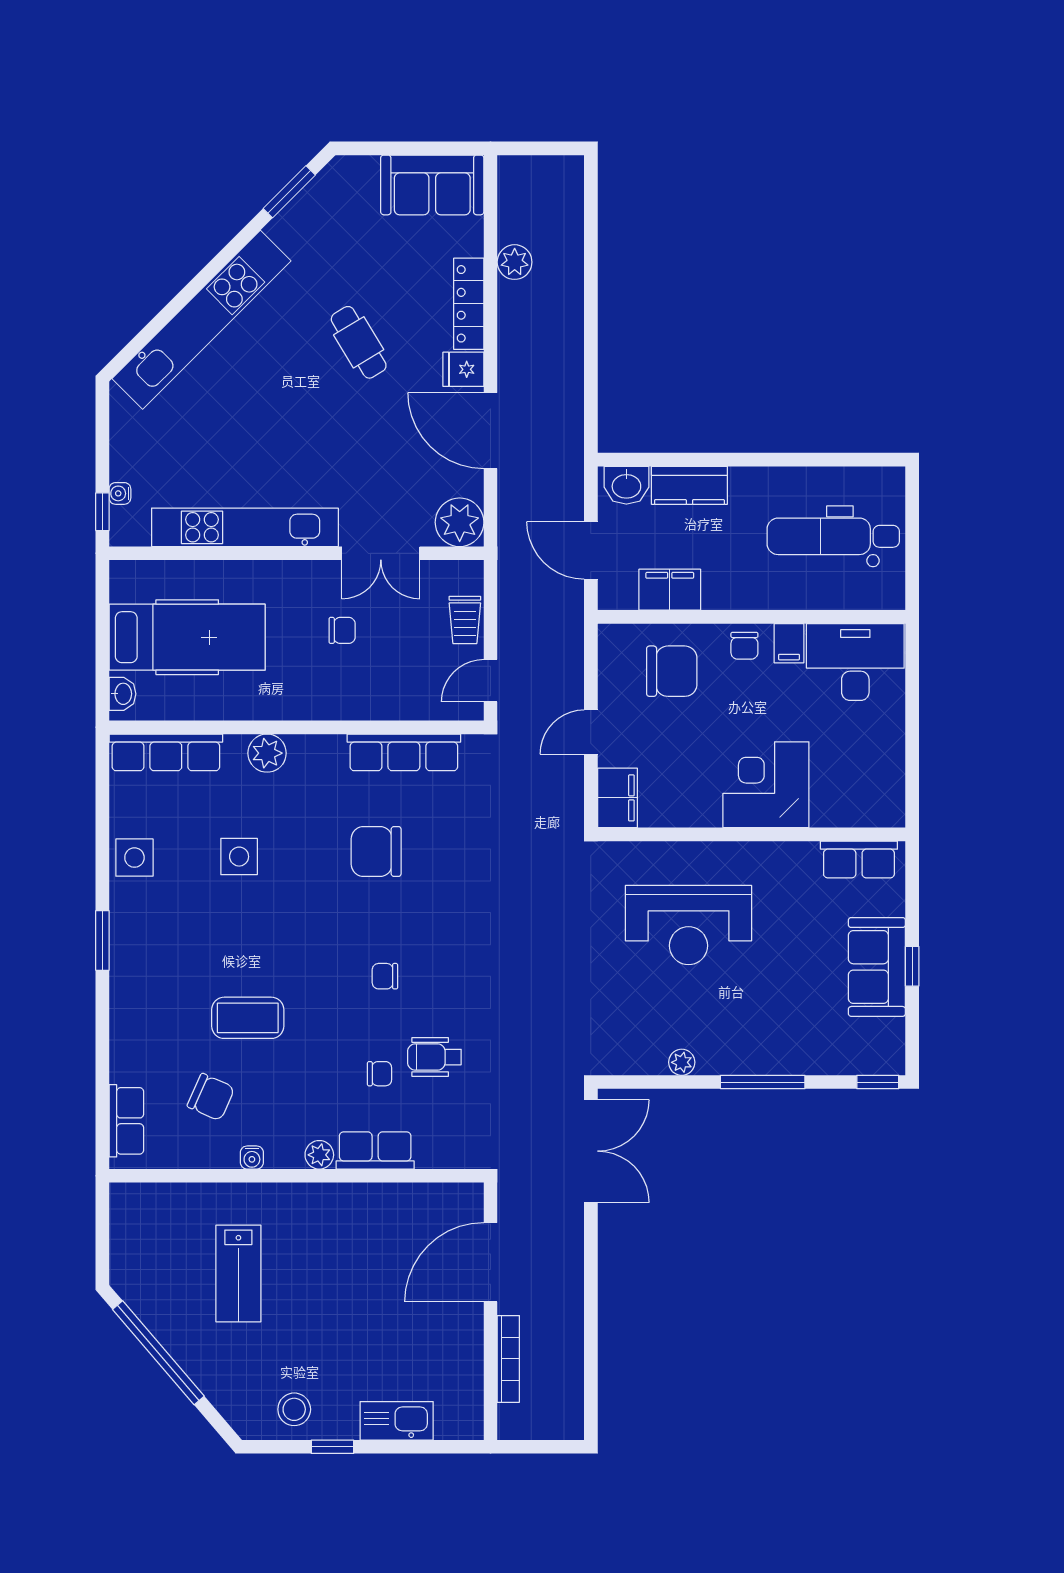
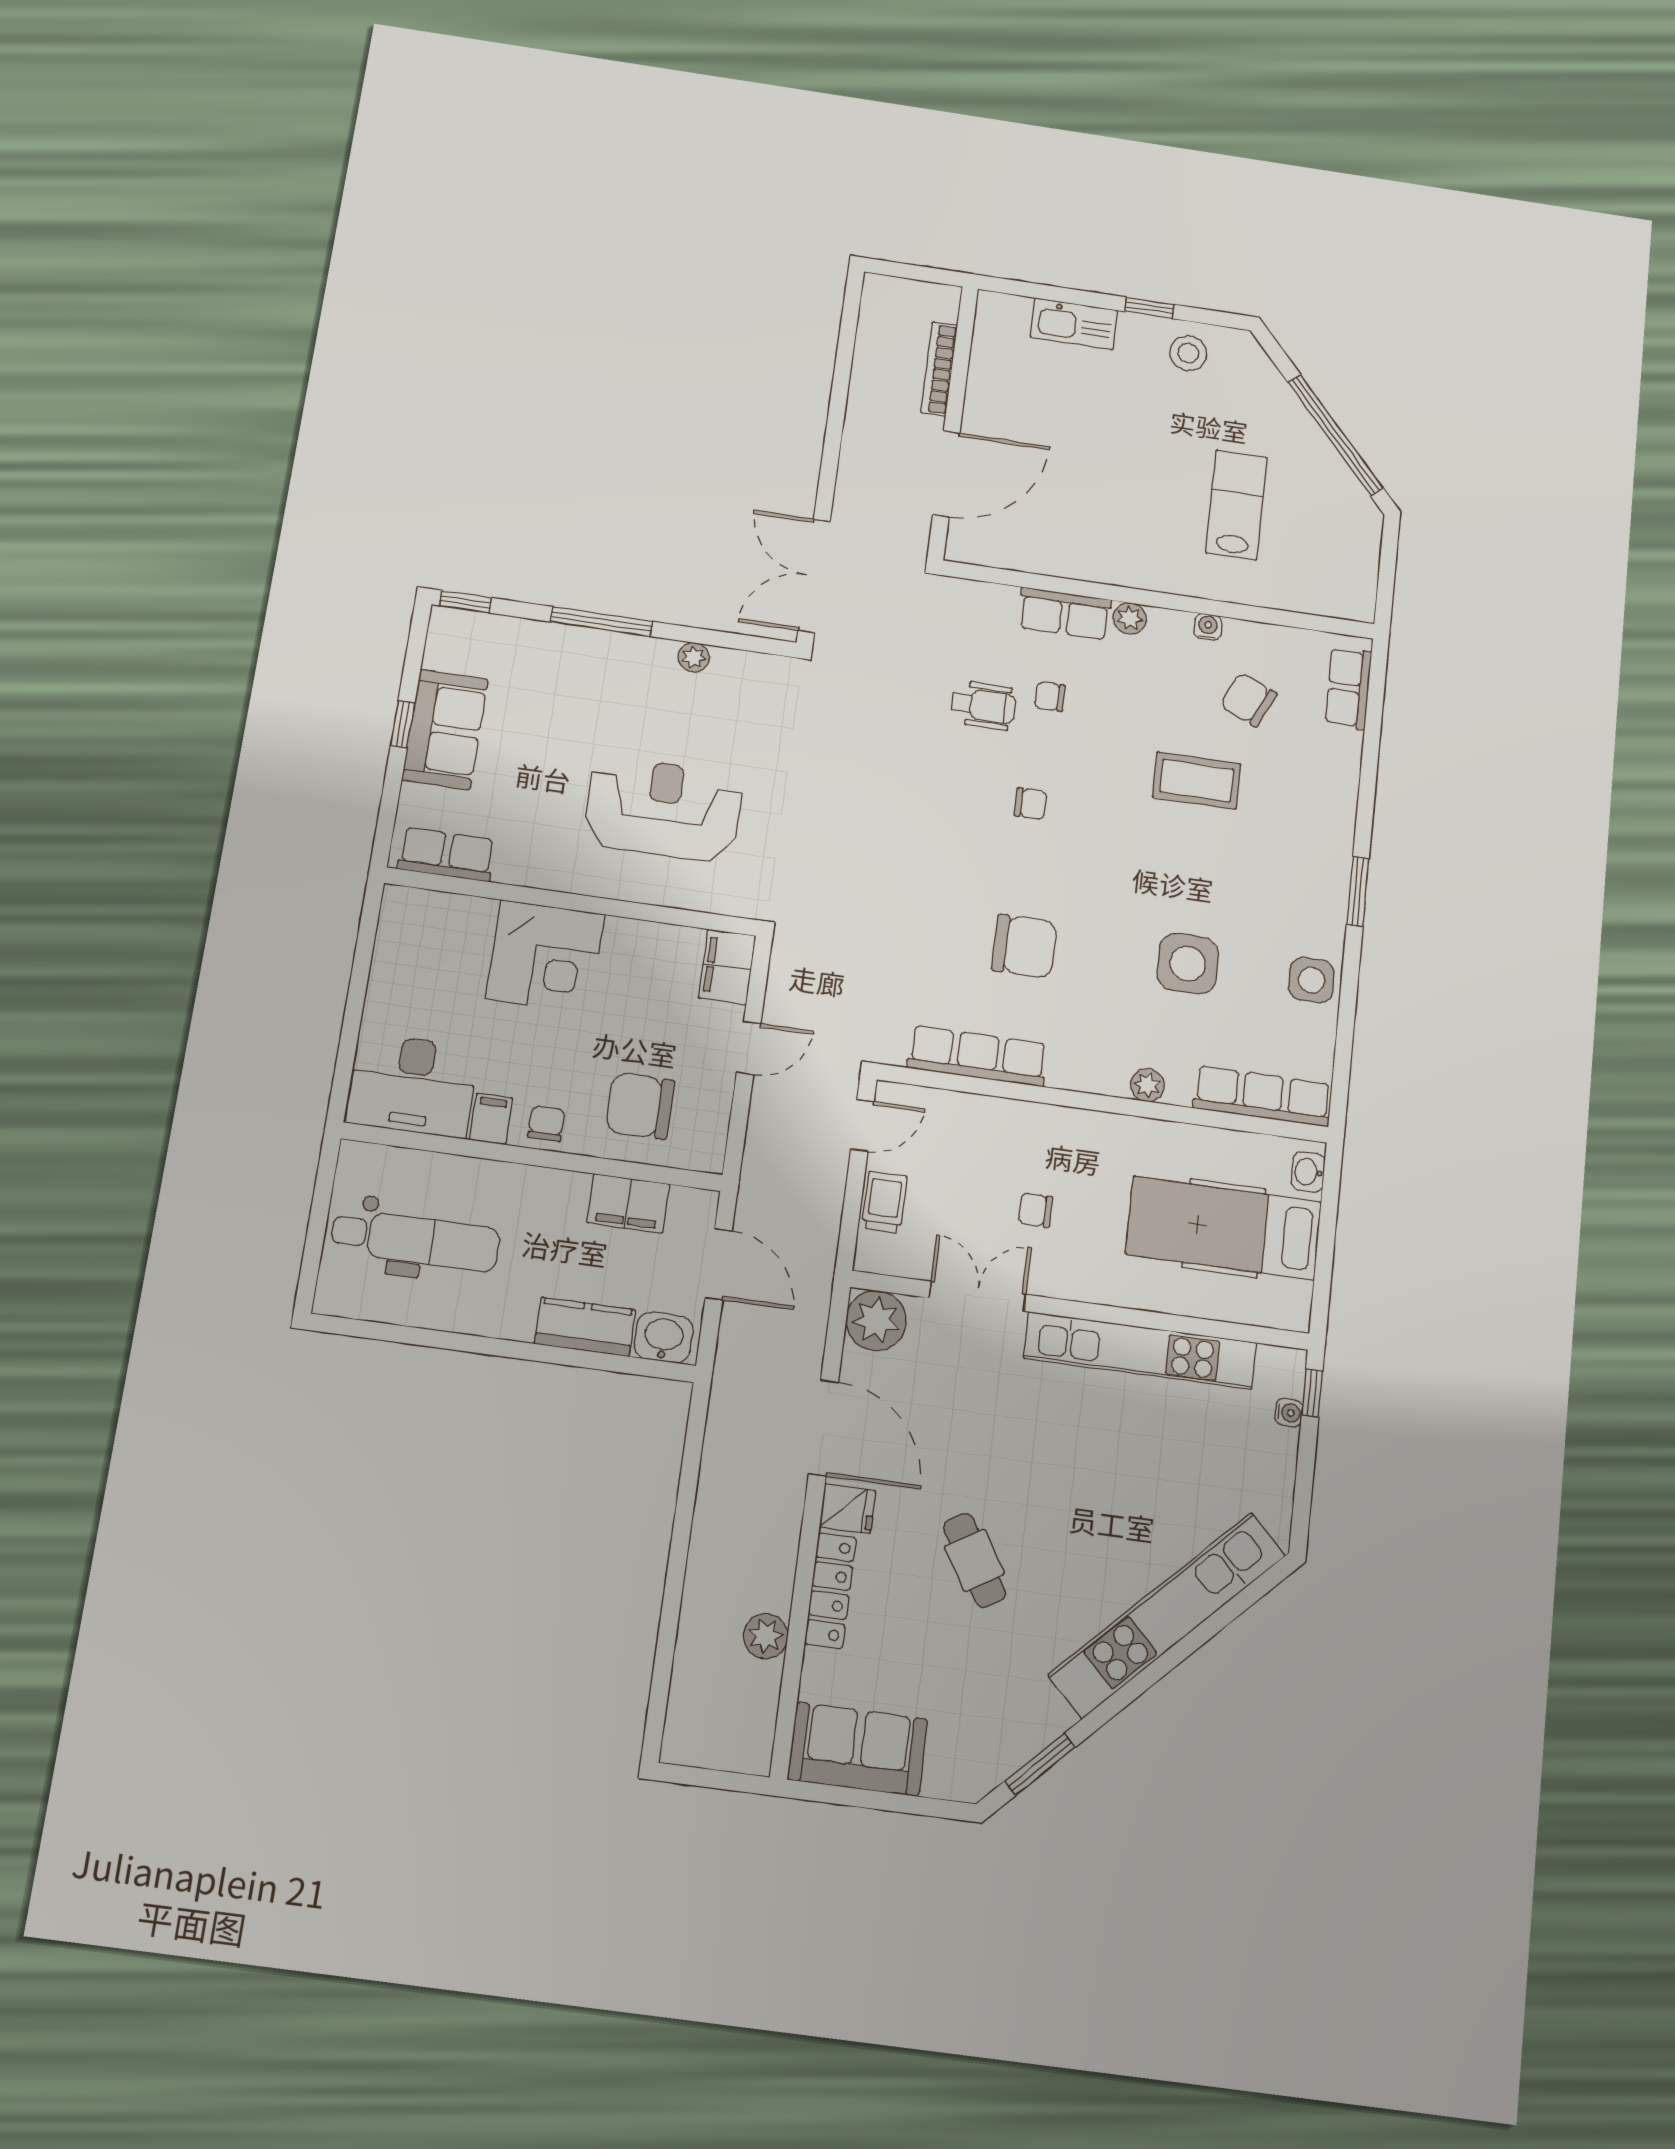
plant: (267, 753) -> (1147, 1085), width x0.73, depth x0.73
side table: (239, 857) -> (1188, 964), width x1.37, depth x1.37

